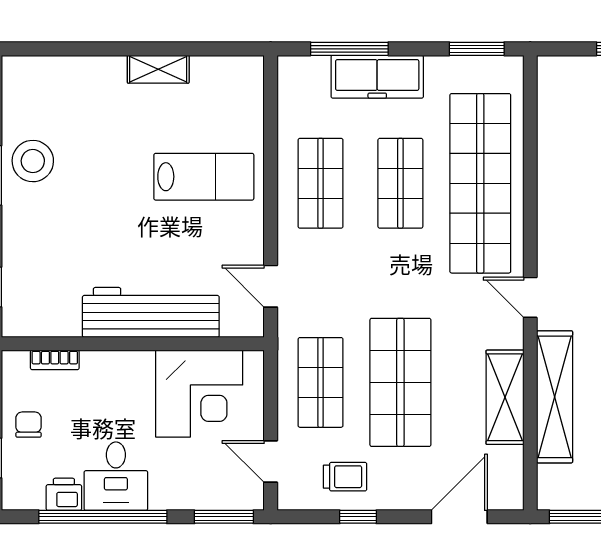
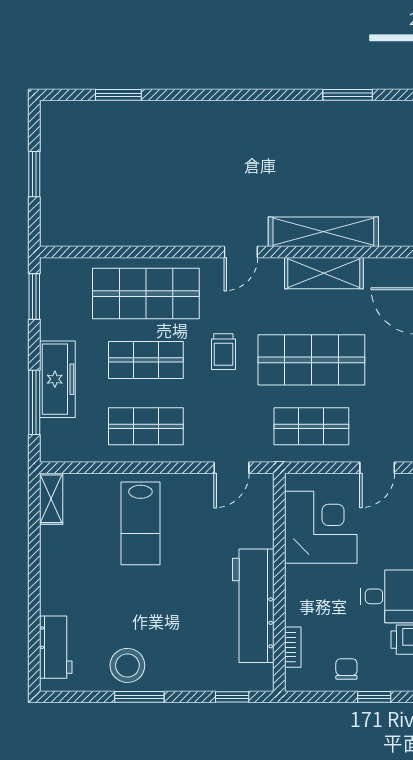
shelving: (158, 69) -> (51, 499), moved
workbench: (55, 75) -> (56, 647), added
lab bench: (204, 177) -> (140, 523), turned 180
shop shelf: (480, 183) -> (146, 294), width x0.71
workbench: (151, 312) -> (253, 606), moved
chair: (29, 425) -> (346, 669), turned 90
trolley: (345, 477) -> (223, 352), moved, turned 180

